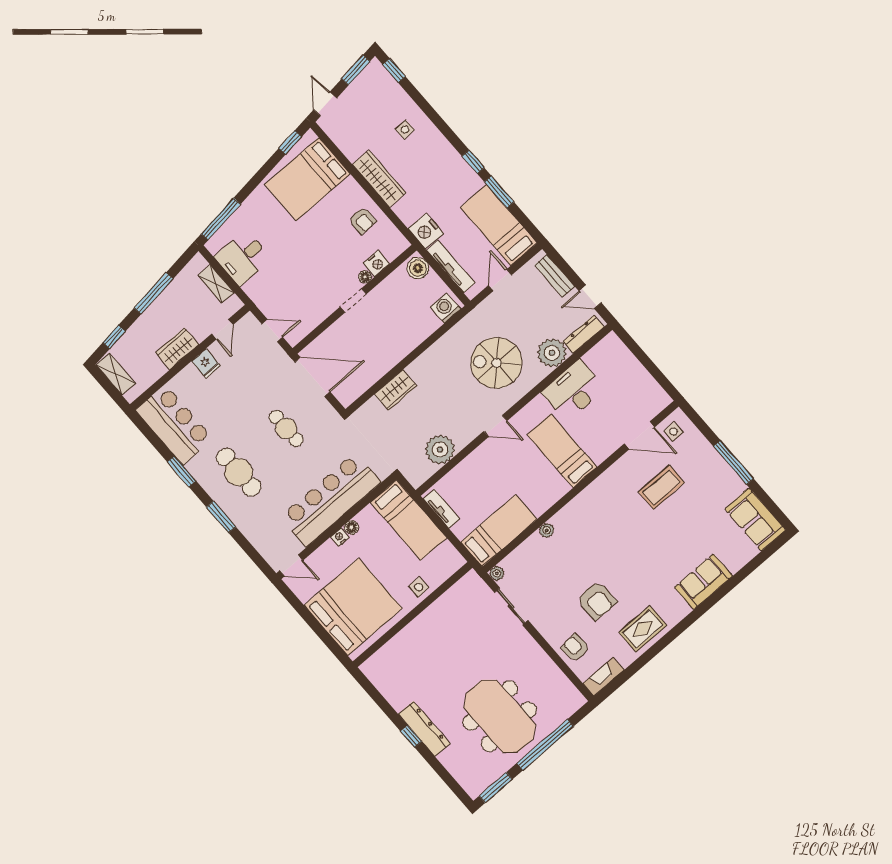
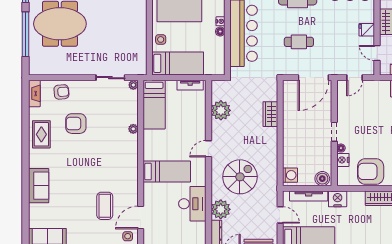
armchair: (362, 220) -> (371, 171), width x1.88, depth x1.88
bed: (408, 520) -> (178, 63), moved, turned 180

